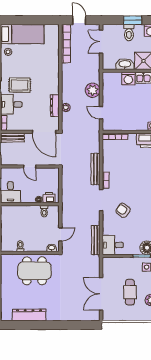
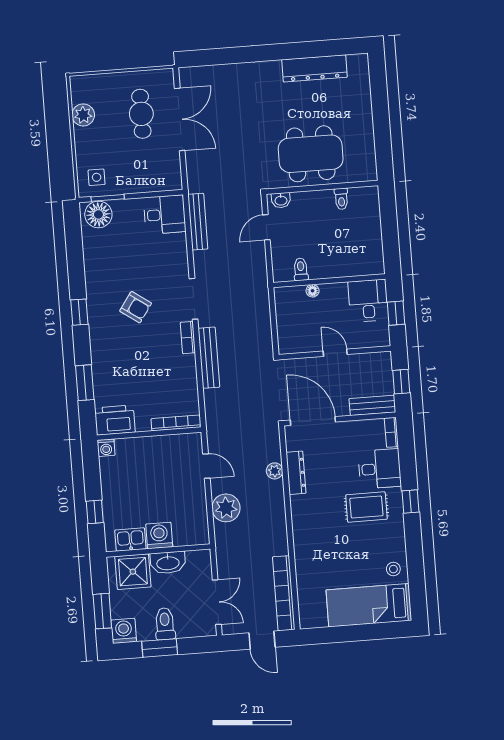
printer: (49, 198) -> (294, 296), removed
armchair: (123, 210) -> (136, 307), moved
cafe table: (130, 292) -> (141, 114), moved

